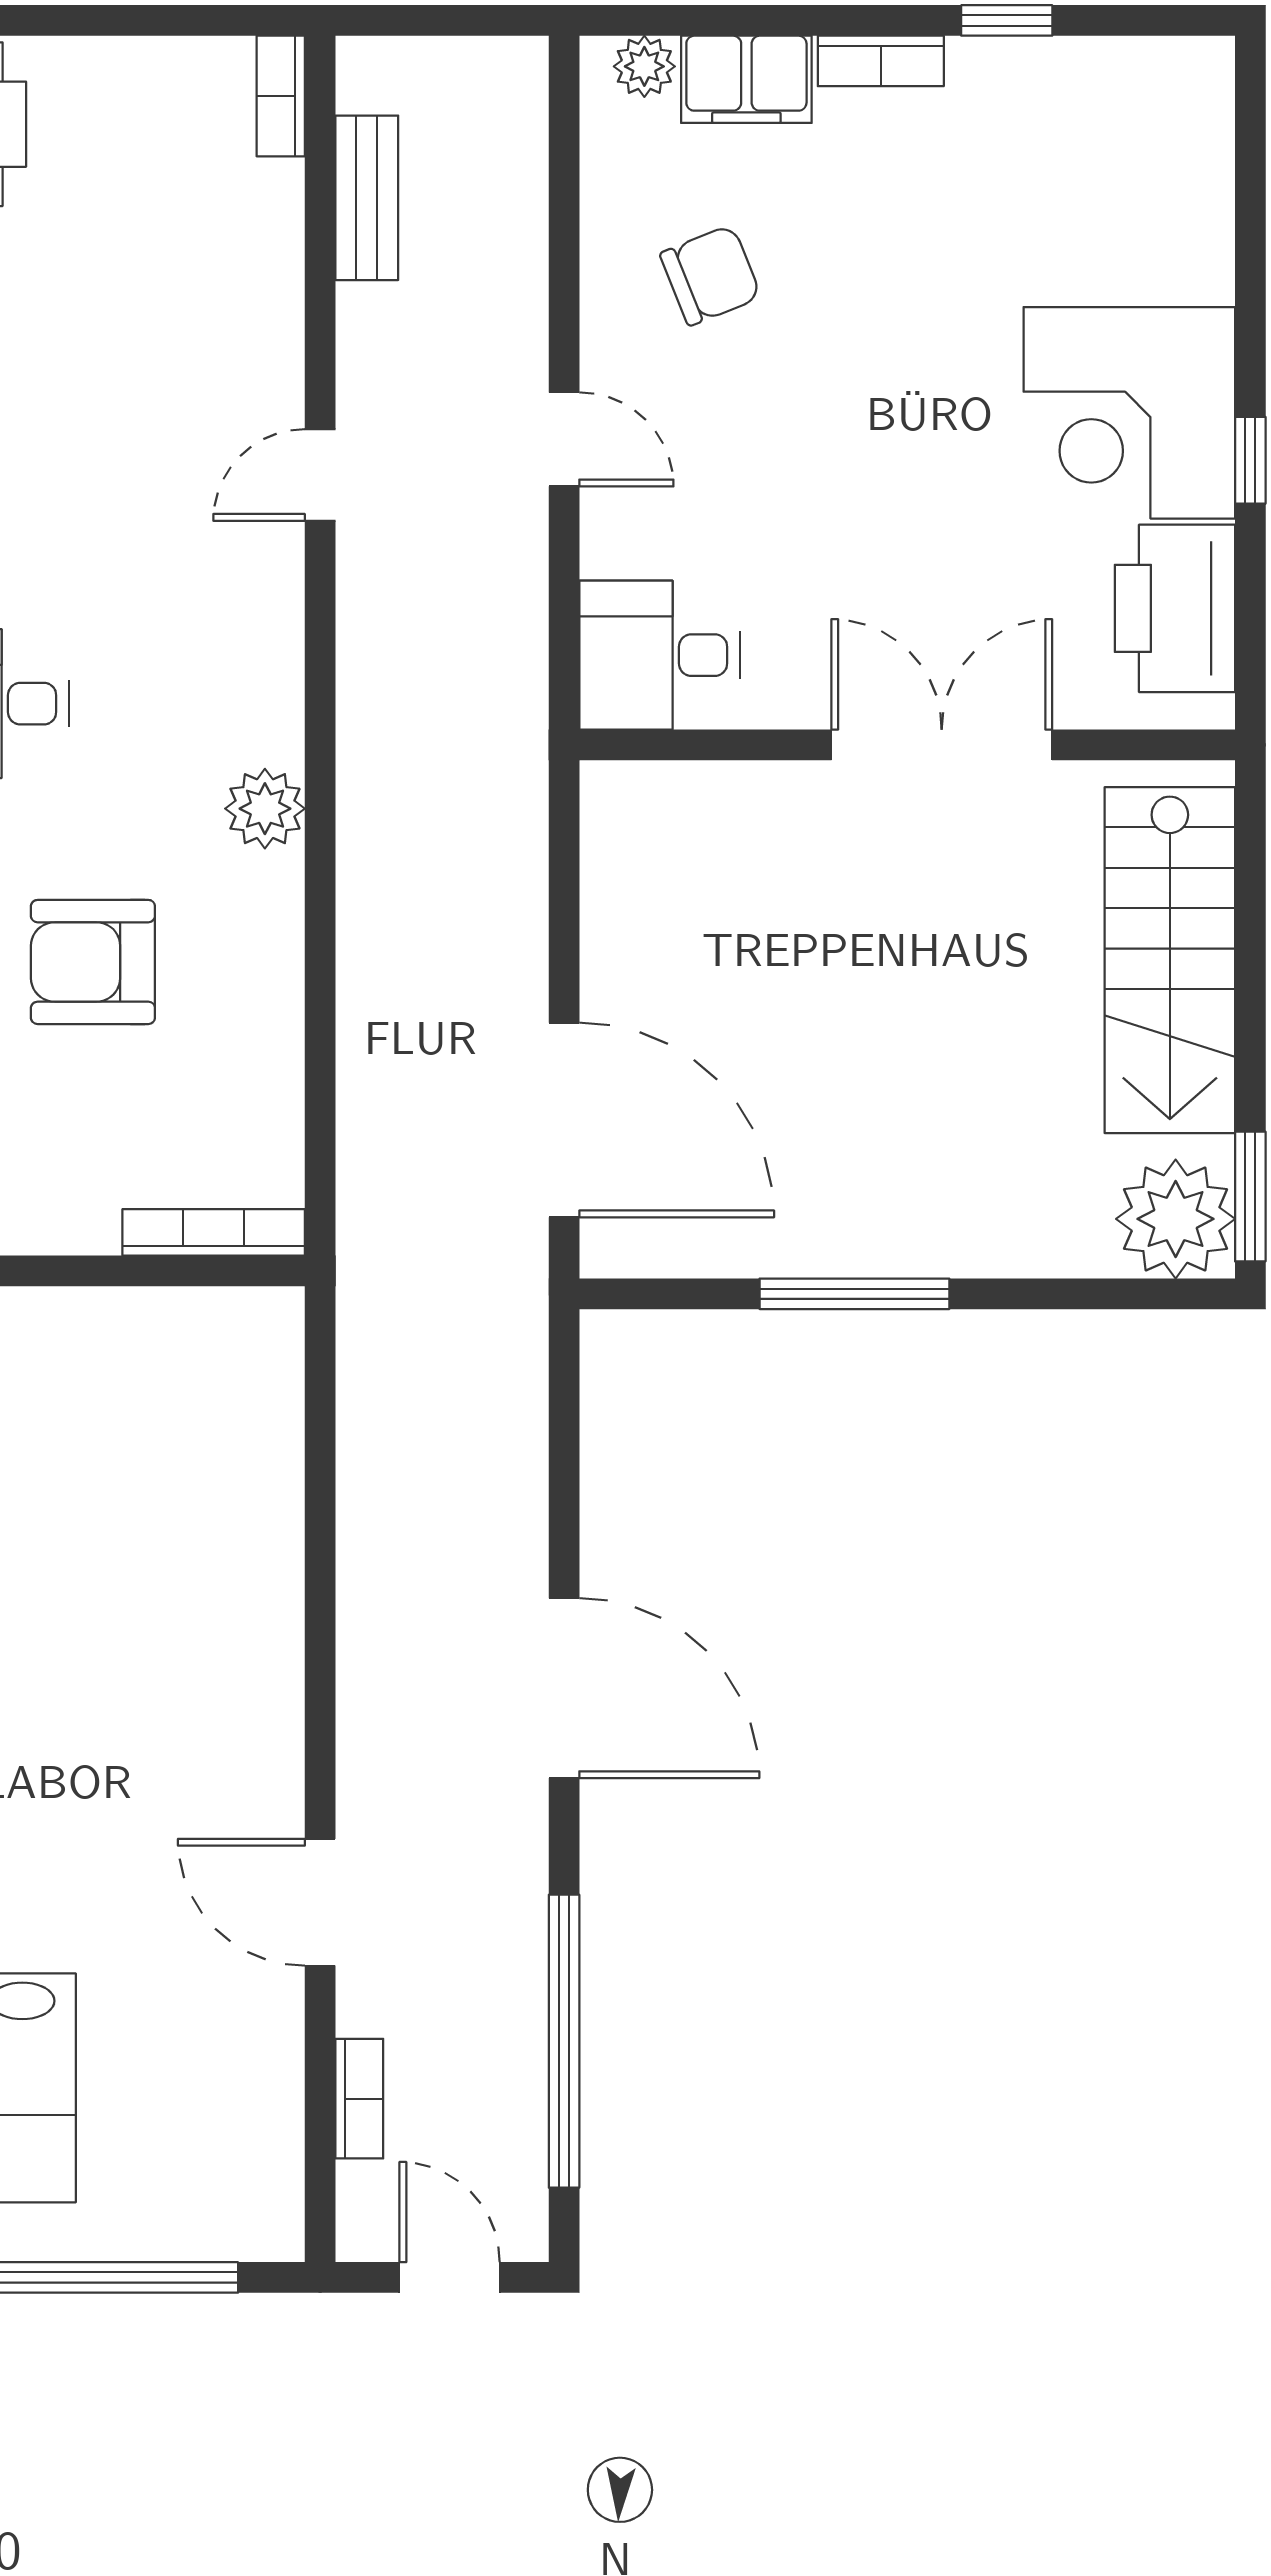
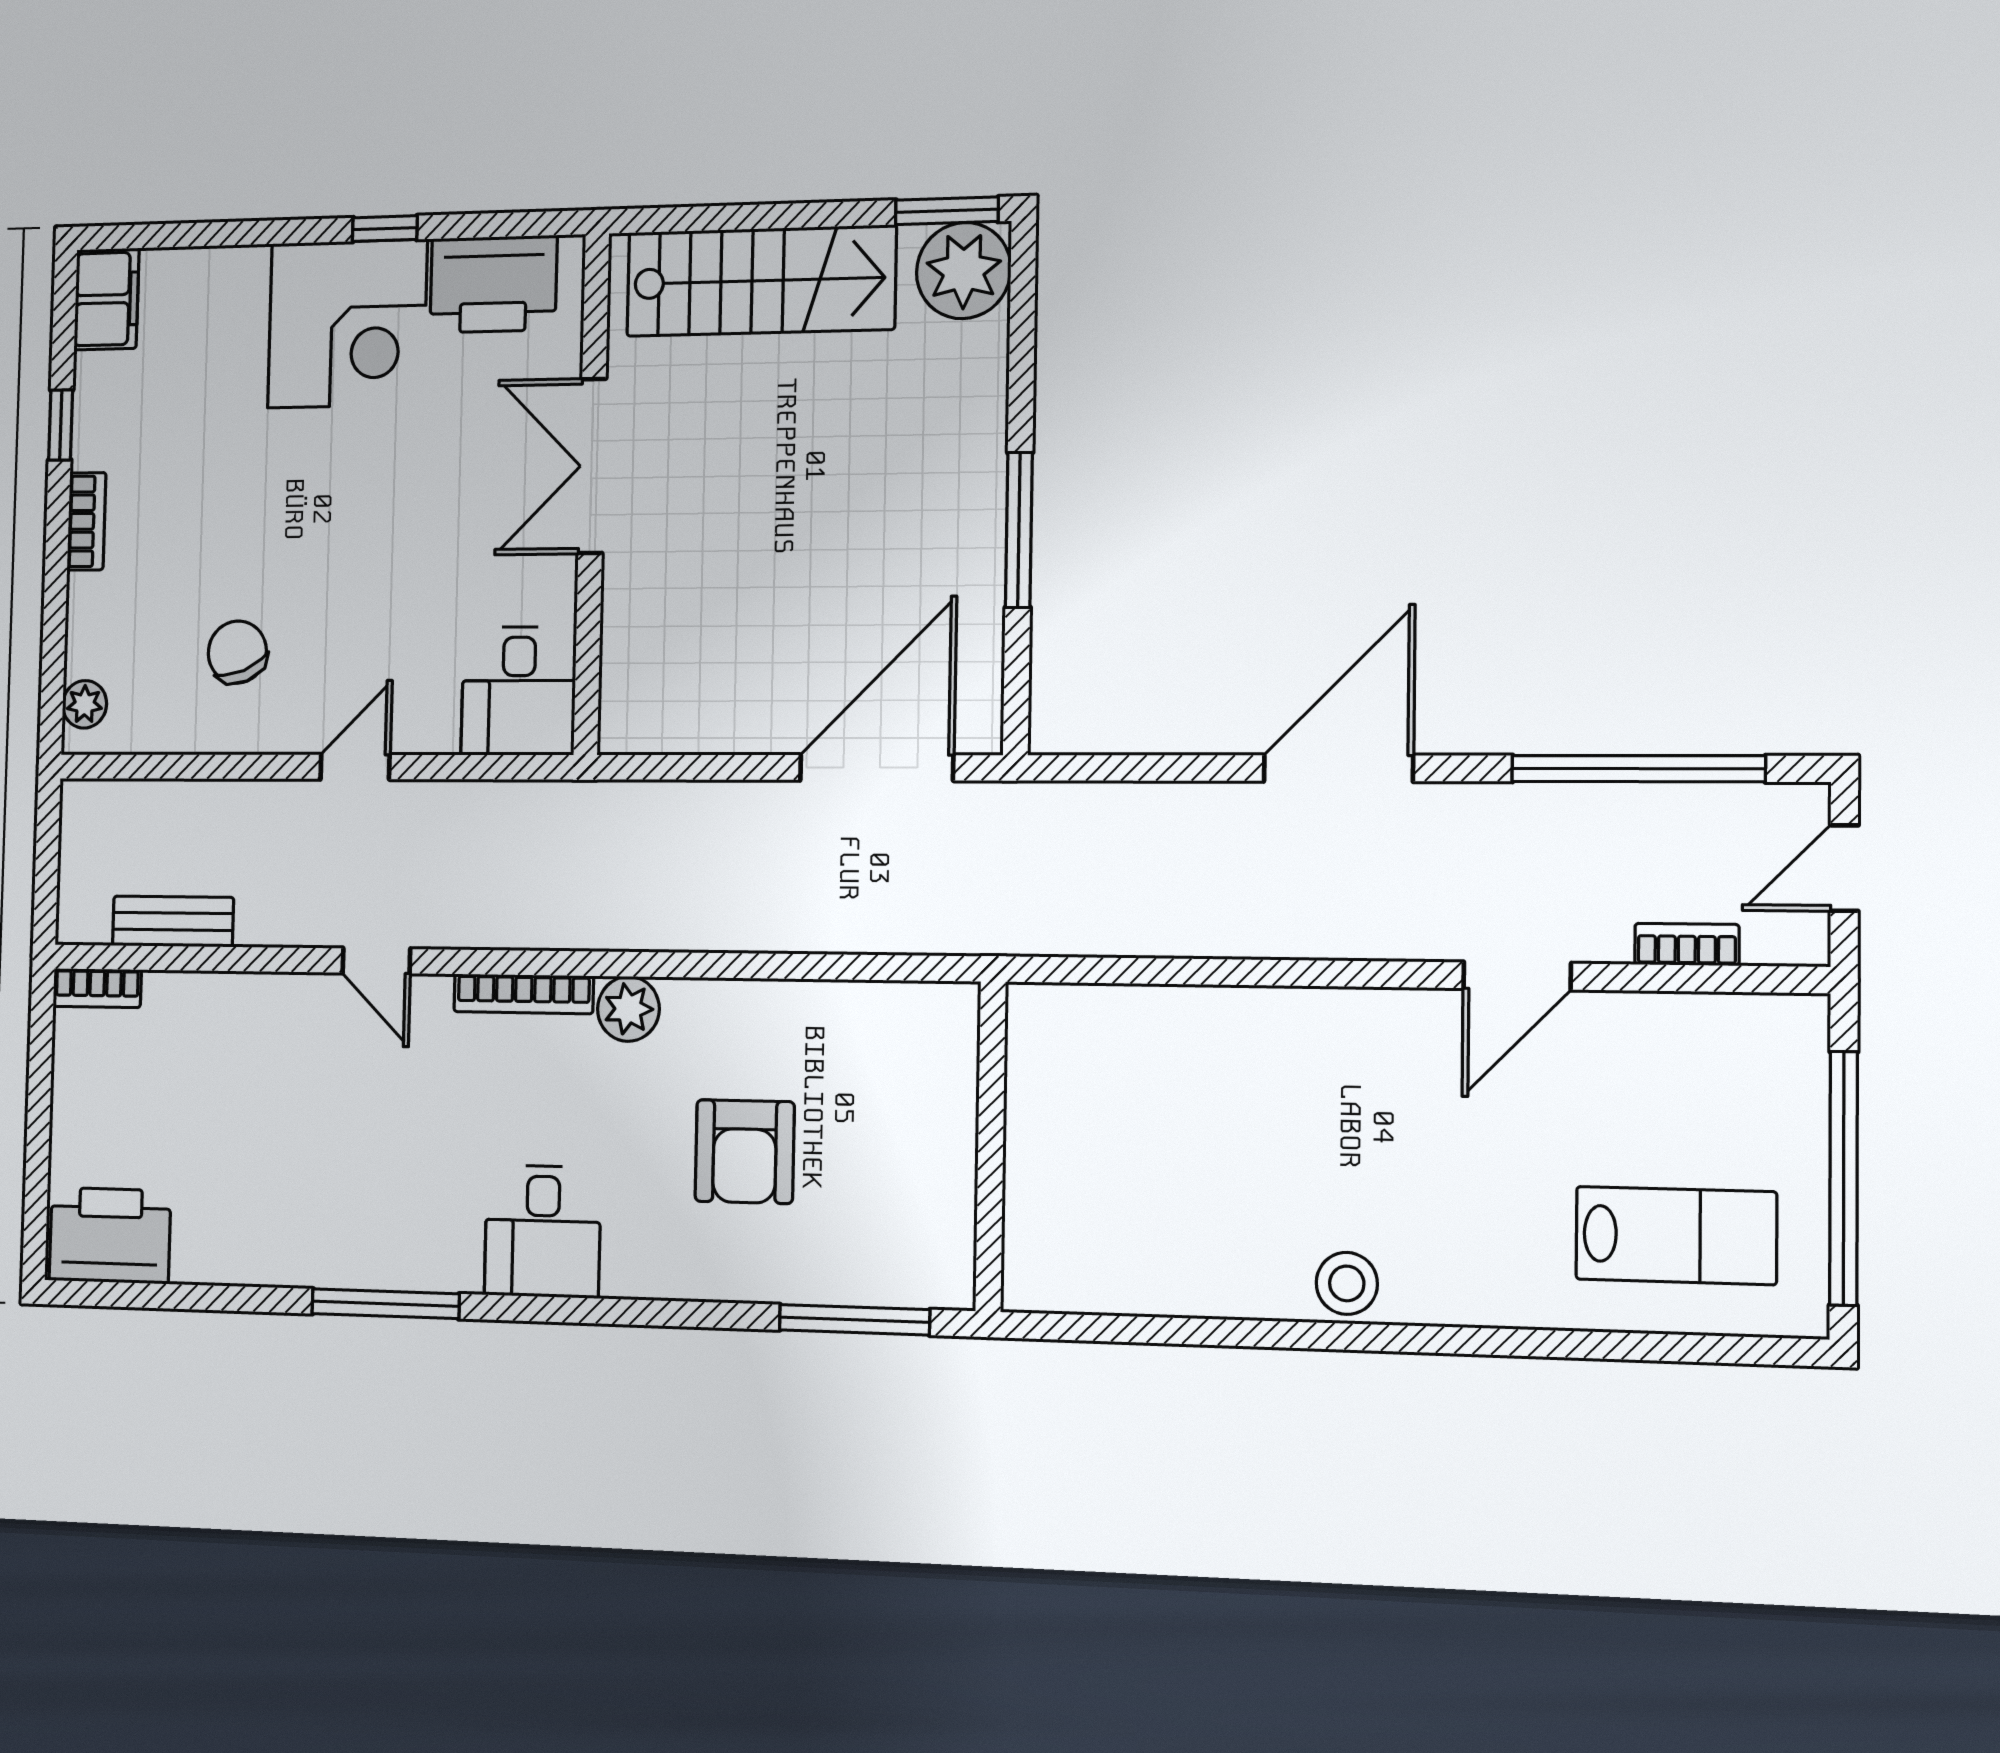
filing cabinet: (746, 79) -> (107, 299), moved
bookcase: (214, 1232) -> (524, 994), moved, turned -90

